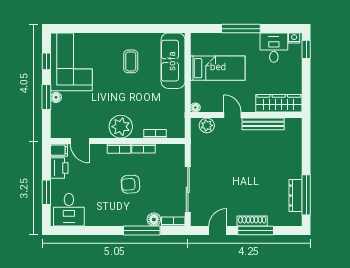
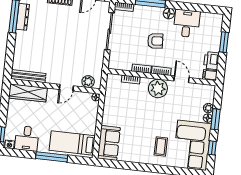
coffee table: (131, 61) -> (161, 146), moved
sofa: (173, 61) -> (109, 143), width x0.73
bed: (218, 68) -> (72, 143), moved
plant: (57, 110) -> (208, 108), added
door: (233, 115) -> (66, 88), hinge flipped
bench: (263, 124) -> (28, 76), moved
door: (80, 141) -> (182, 79), moved
desk: (69, 210) -> (187, 24), moved
floor lamp: (154, 219) -> (169, 14), moved

